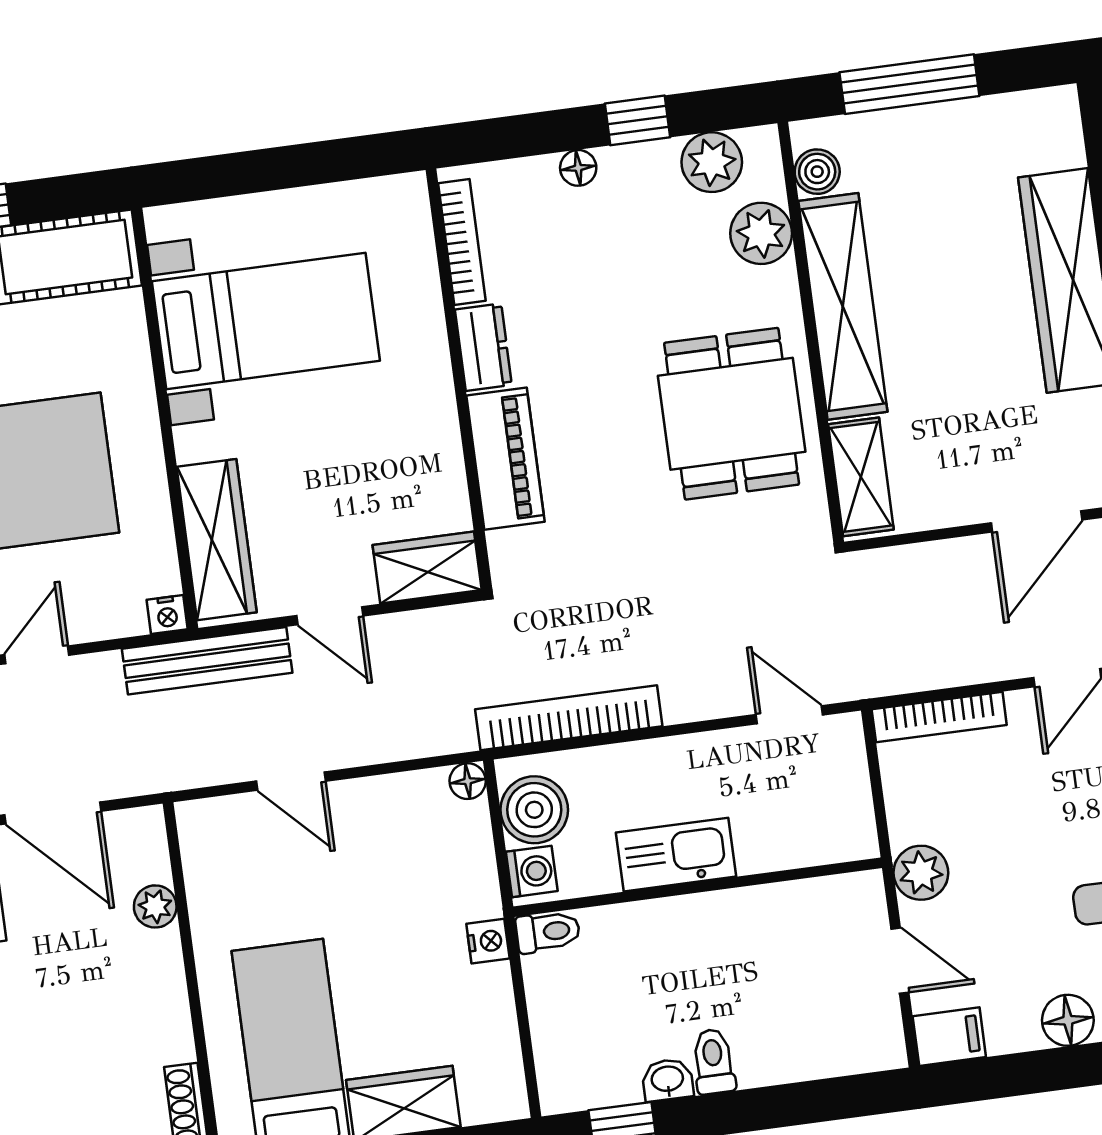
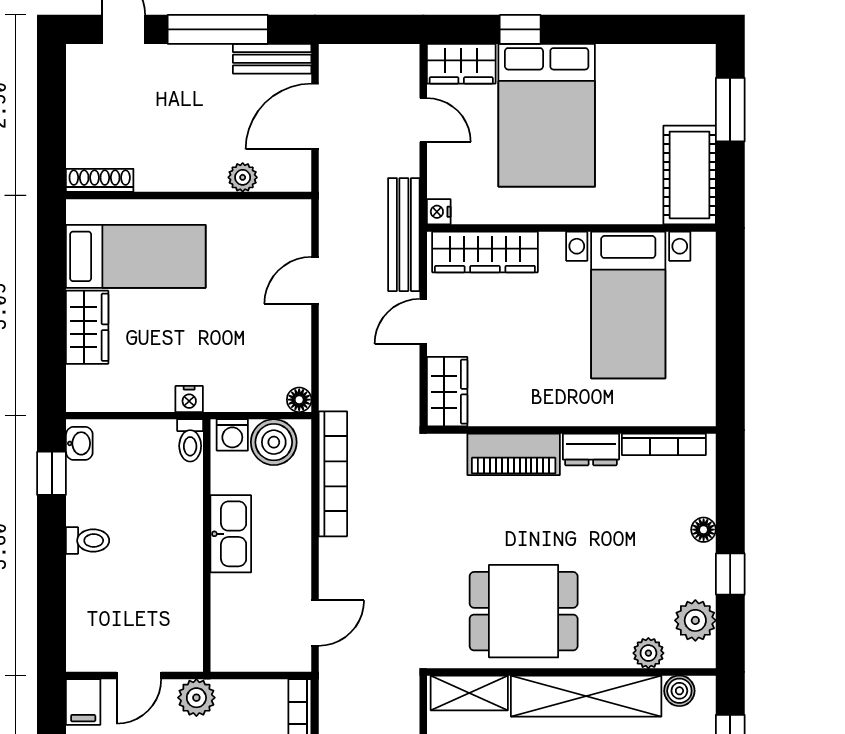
plant: (761, 233) -> (648, 653), width x0.73, depth x0.73
washbasin: (667, 1080) -> (79, 443), moved

